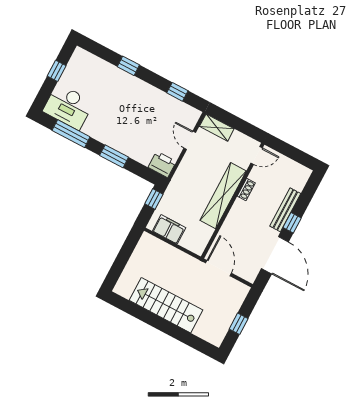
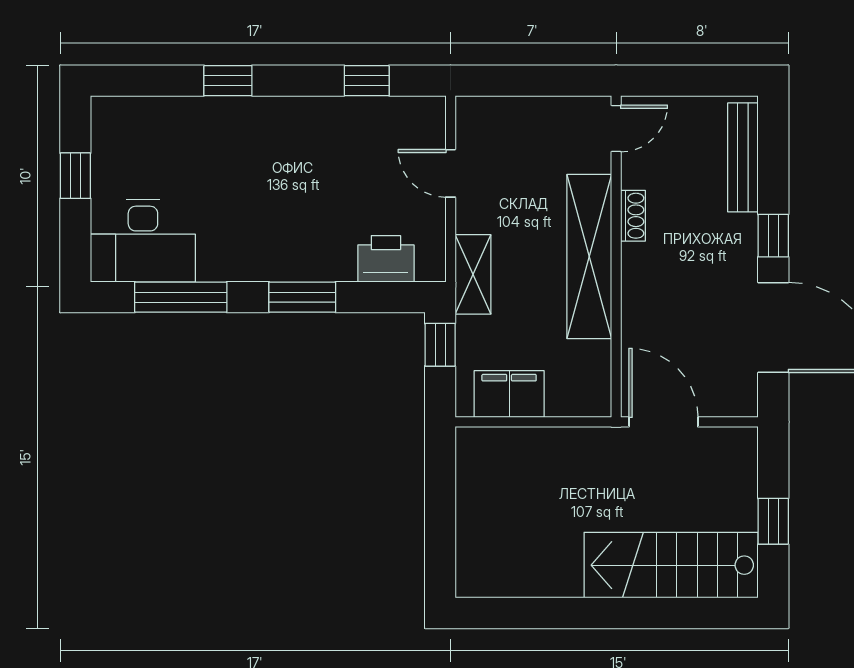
shelving: (217, 128) -> (473, 274), moved, turned 90
printer: (162, 164) -> (386, 259), moved
bench: (285, 210) -> (743, 157), moved
stairs: (166, 305) -> (671, 565), moved

